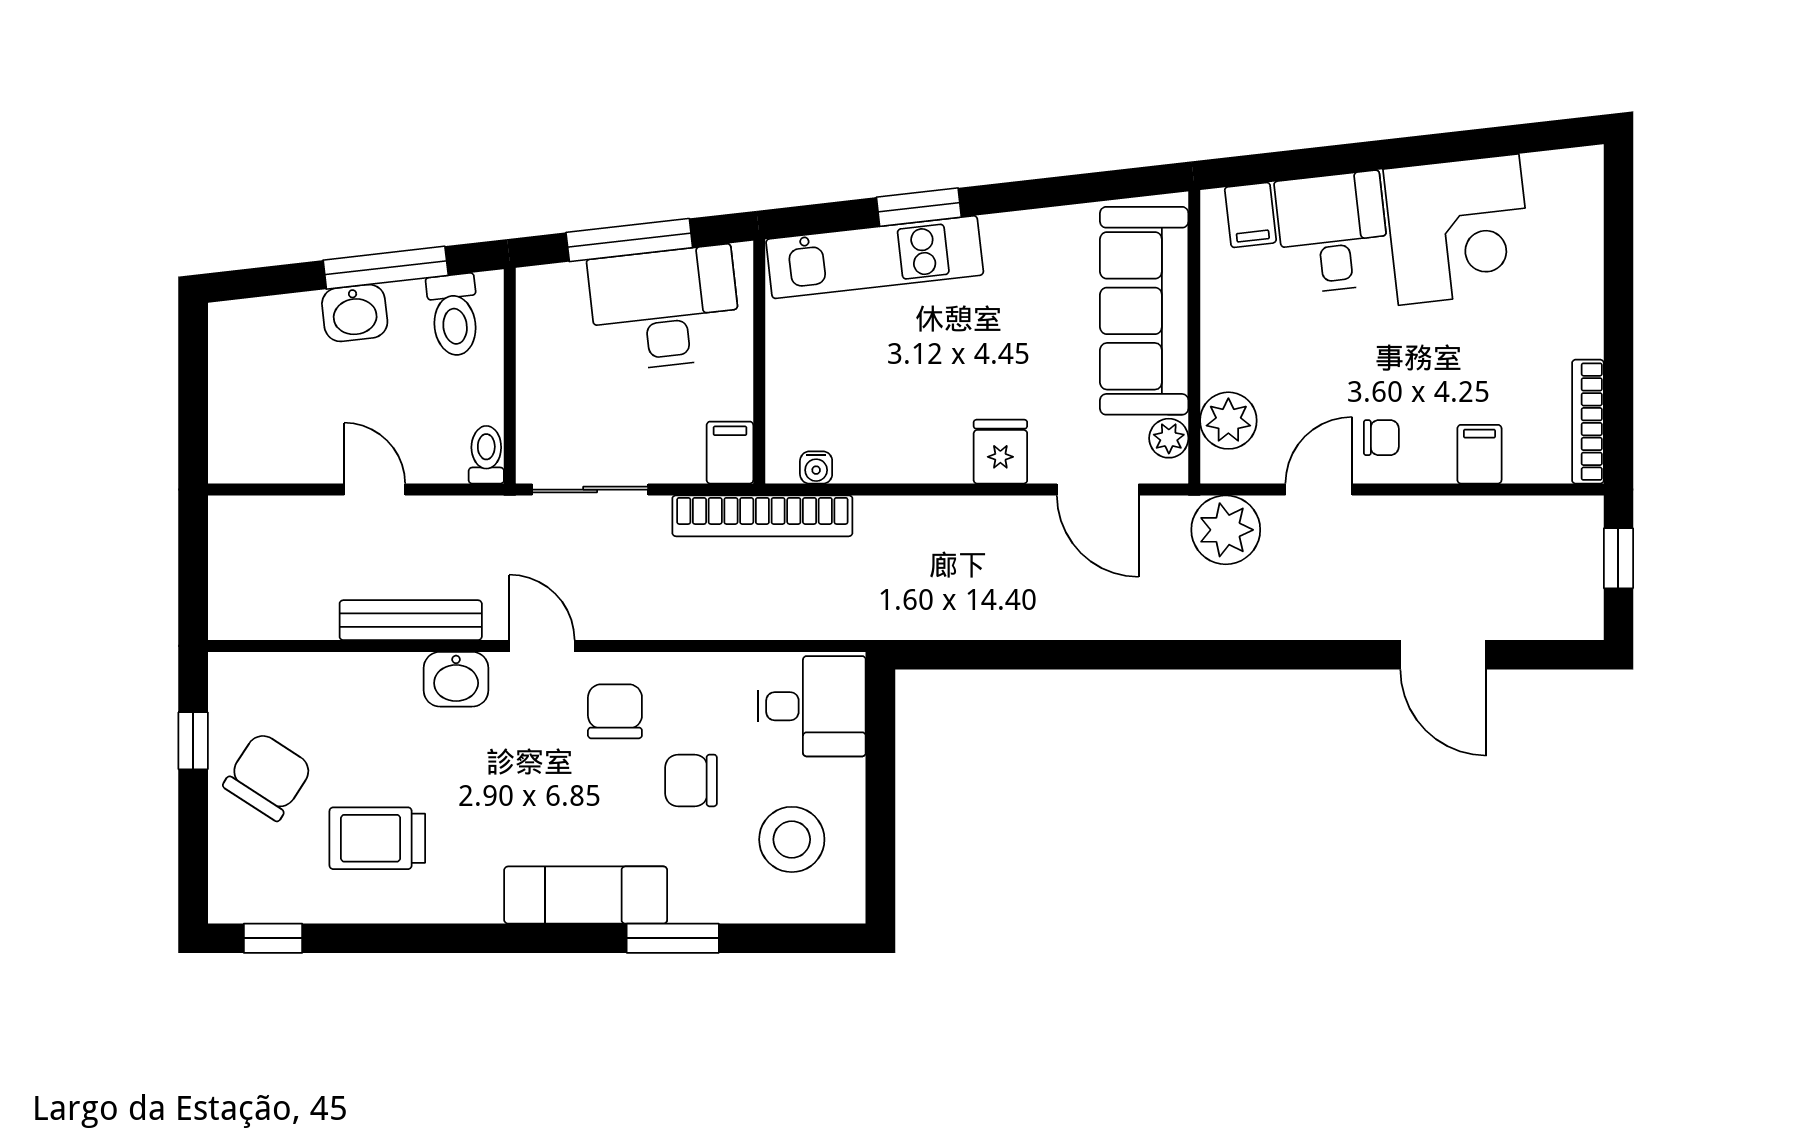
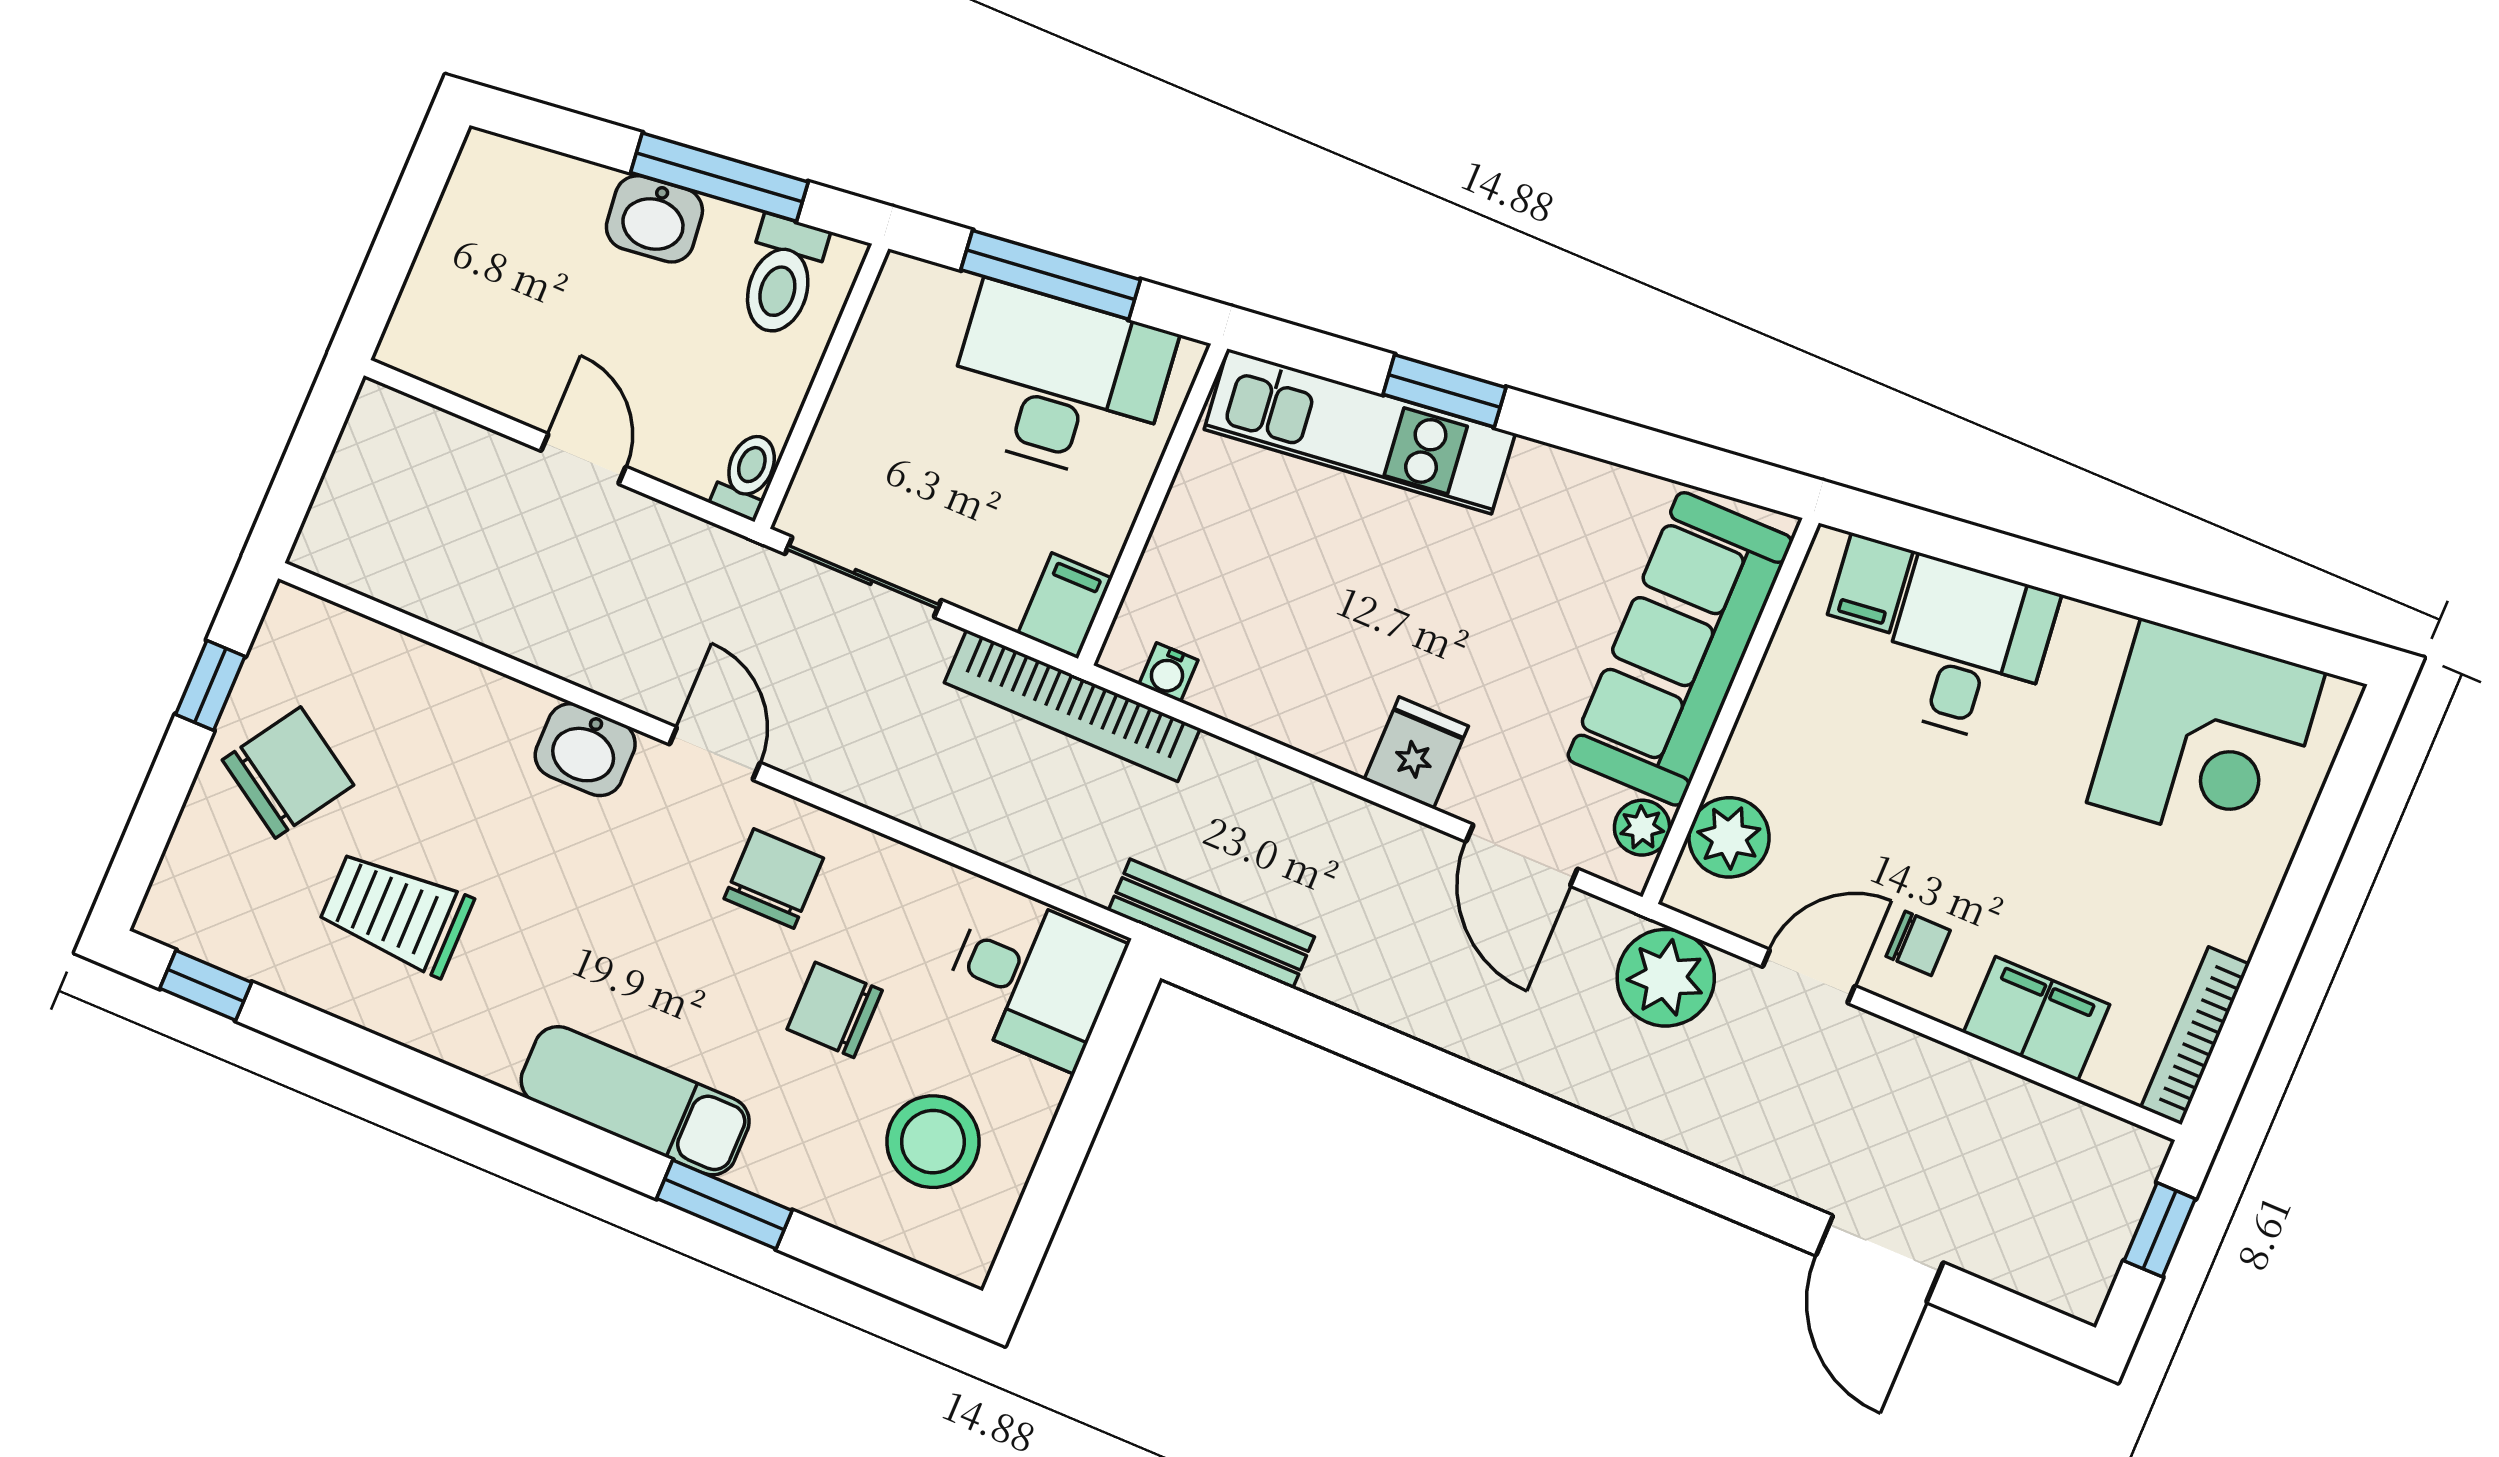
corner desk: (1459, 230) -> (2206, 737), moved
filing cabinet: (1479, 454) -> (2036, 1019), width x2.00
bench: (411, 620) -> (1211, 924), moved

